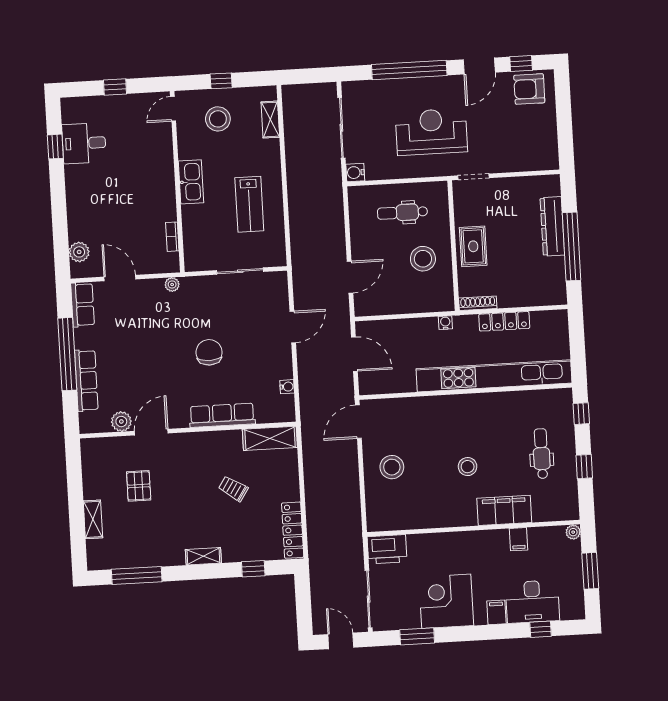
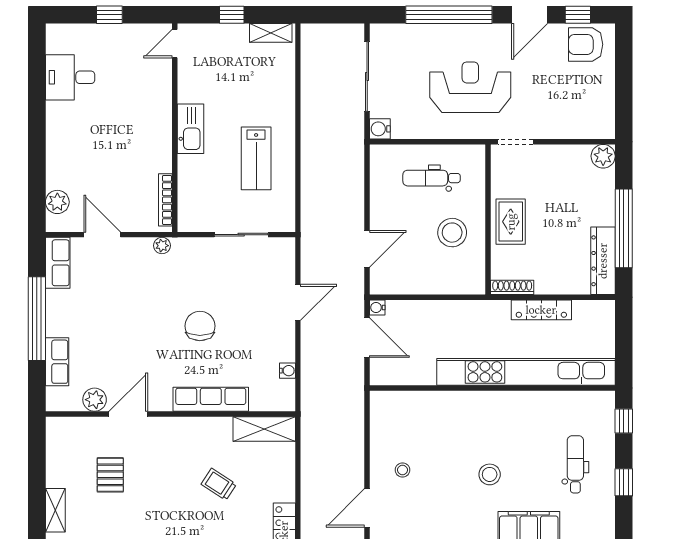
stool: (218, 119) -> (226, 58), removed
shelving: (270, 120) -> (271, 33), moved, turned 90
window: (55, 147) -> (37, 79), removed
plant: (550, 185) -> (603, 156), added
dresser: (552, 226) -> (603, 261), moved
bookcase: (172, 237) -> (165, 200), width x1.56
water cooler: (445, 323) -> (377, 308), moved, turned -90
row of seats: (86, 380) -> (57, 362), width x0.68
door: (358, 422) -> (367, 508), moved
stool: (392, 467) -> (403, 470), width x0.53, depth x0.53

